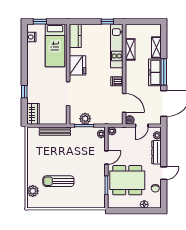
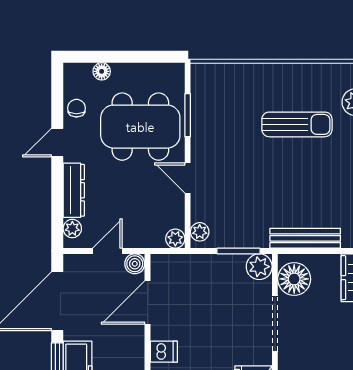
door: (124, 103) -> (148, 302), hinge flipped
floor lamp: (60, 113) -> (294, 279), added
plant: (85, 119) -> (259, 267), moved
door: (106, 158) -> (188, 178), hinge flipped

